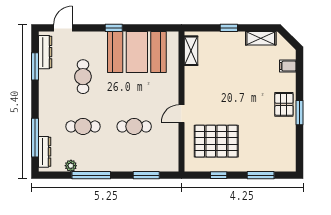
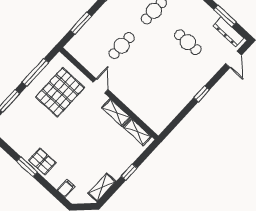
booth: (137, 52) -> (171, 94), removed
shelving: (191, 82) -> (116, 113), added
window: (219, 175) -> (35, 72), width x2.17

